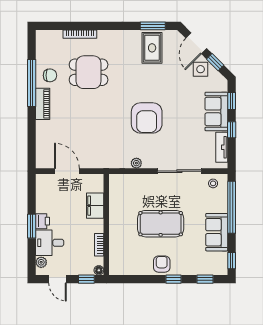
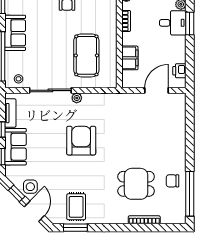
window: (32, 83) -> (190, 194), moved
piano: (43, 104) -> (179, 154), removed
plant: (136, 163) -> (77, 98), moved
door: (67, 171) -> (157, 90), swing flipped
printer: (43, 221) -> (179, 71), moved
pool table: (161, 224) -> (86, 55), moved, turned 90
window: (32, 226) -> (190, 24), moved

